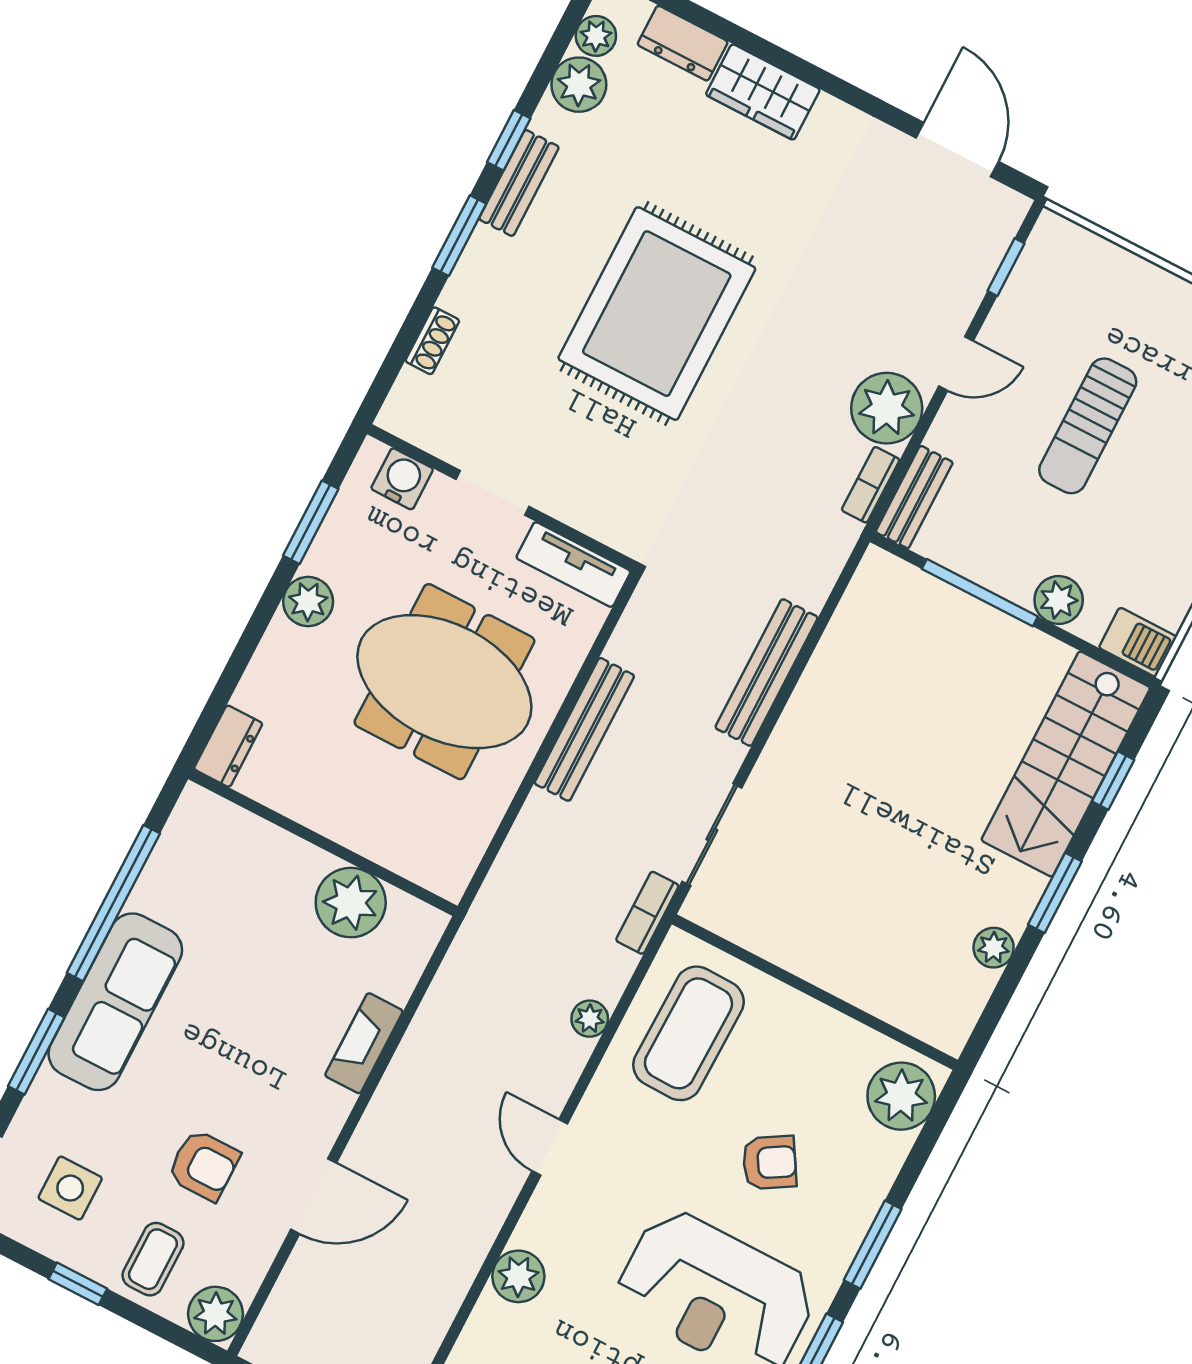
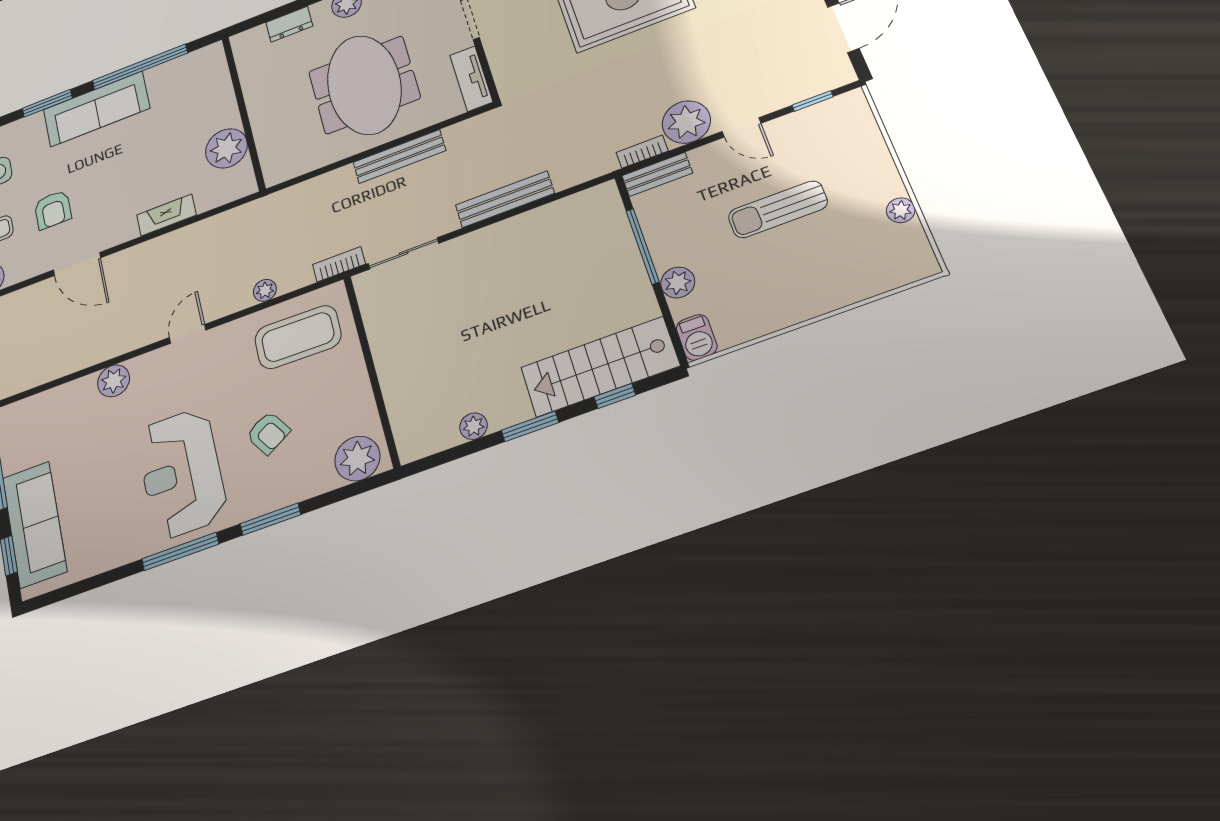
dresser: (228, 746) -> (289, 24), moved

